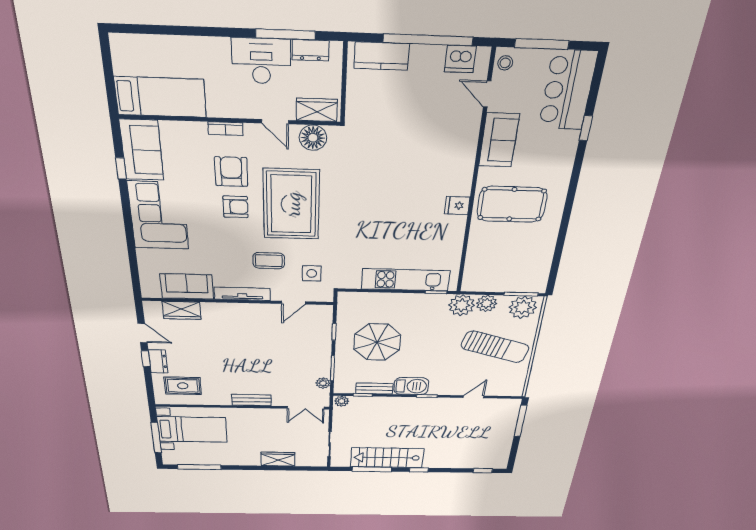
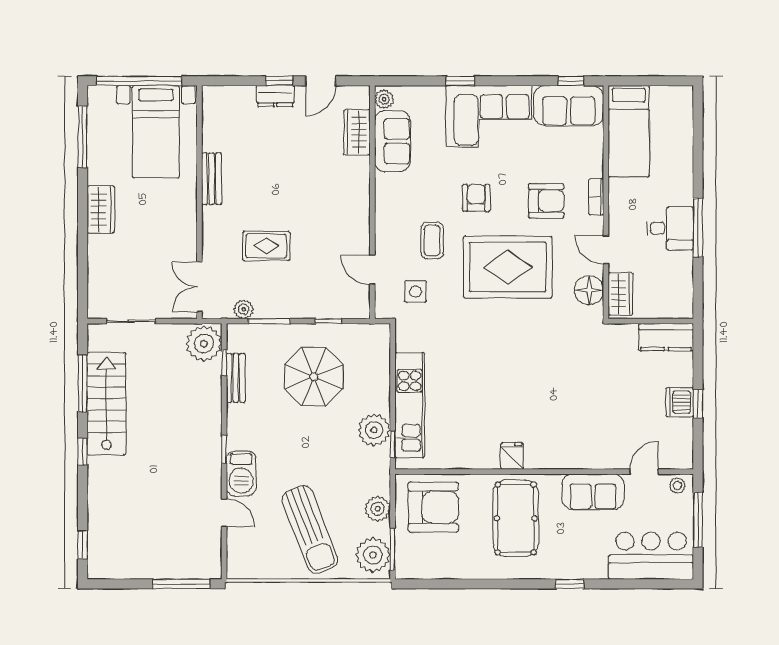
window: (285, 34) -> (698, 228), moved
window: (428, 40) -> (698, 404), width x0.32
dresser: (311, 50) -> (683, 286), removed
kitchen counter: (382, 56) -> (666, 337), moved, turned -90
dishwasher: (460, 59) -> (680, 402), moved
desk: (261, 61) -> (670, 228), width x0.73
door: (275, 122) -> (606, 250), hinge flipped
window: (586, 128) -> (570, 584), moved
window: (121, 169) -> (571, 81), moved
armchair: (236, 207) -> (476, 198), moved, turned 180
window: (130, 237) -> (460, 81), added
armchair: (492, 265) -> (433, 507), added
plant: (152, 291) -> (384, 99), added
tv unit: (242, 294) -> (384, 208), removed
plant: (462, 305) -> (374, 430), moved
sun lounger: (495, 347) -> (310, 529), turned -37
rug: (183, 386) -> (266, 246), moved, turned 90
barbecue: (411, 386) -> (241, 473), moved
bench: (251, 400) -> (212, 179), moved
plant: (342, 401) -> (204, 344), width x1.88, depth x1.88
window: (156, 438) -> (139, 81), width x1.46
wardrobe: (278, 459) -> (101, 210), moved

